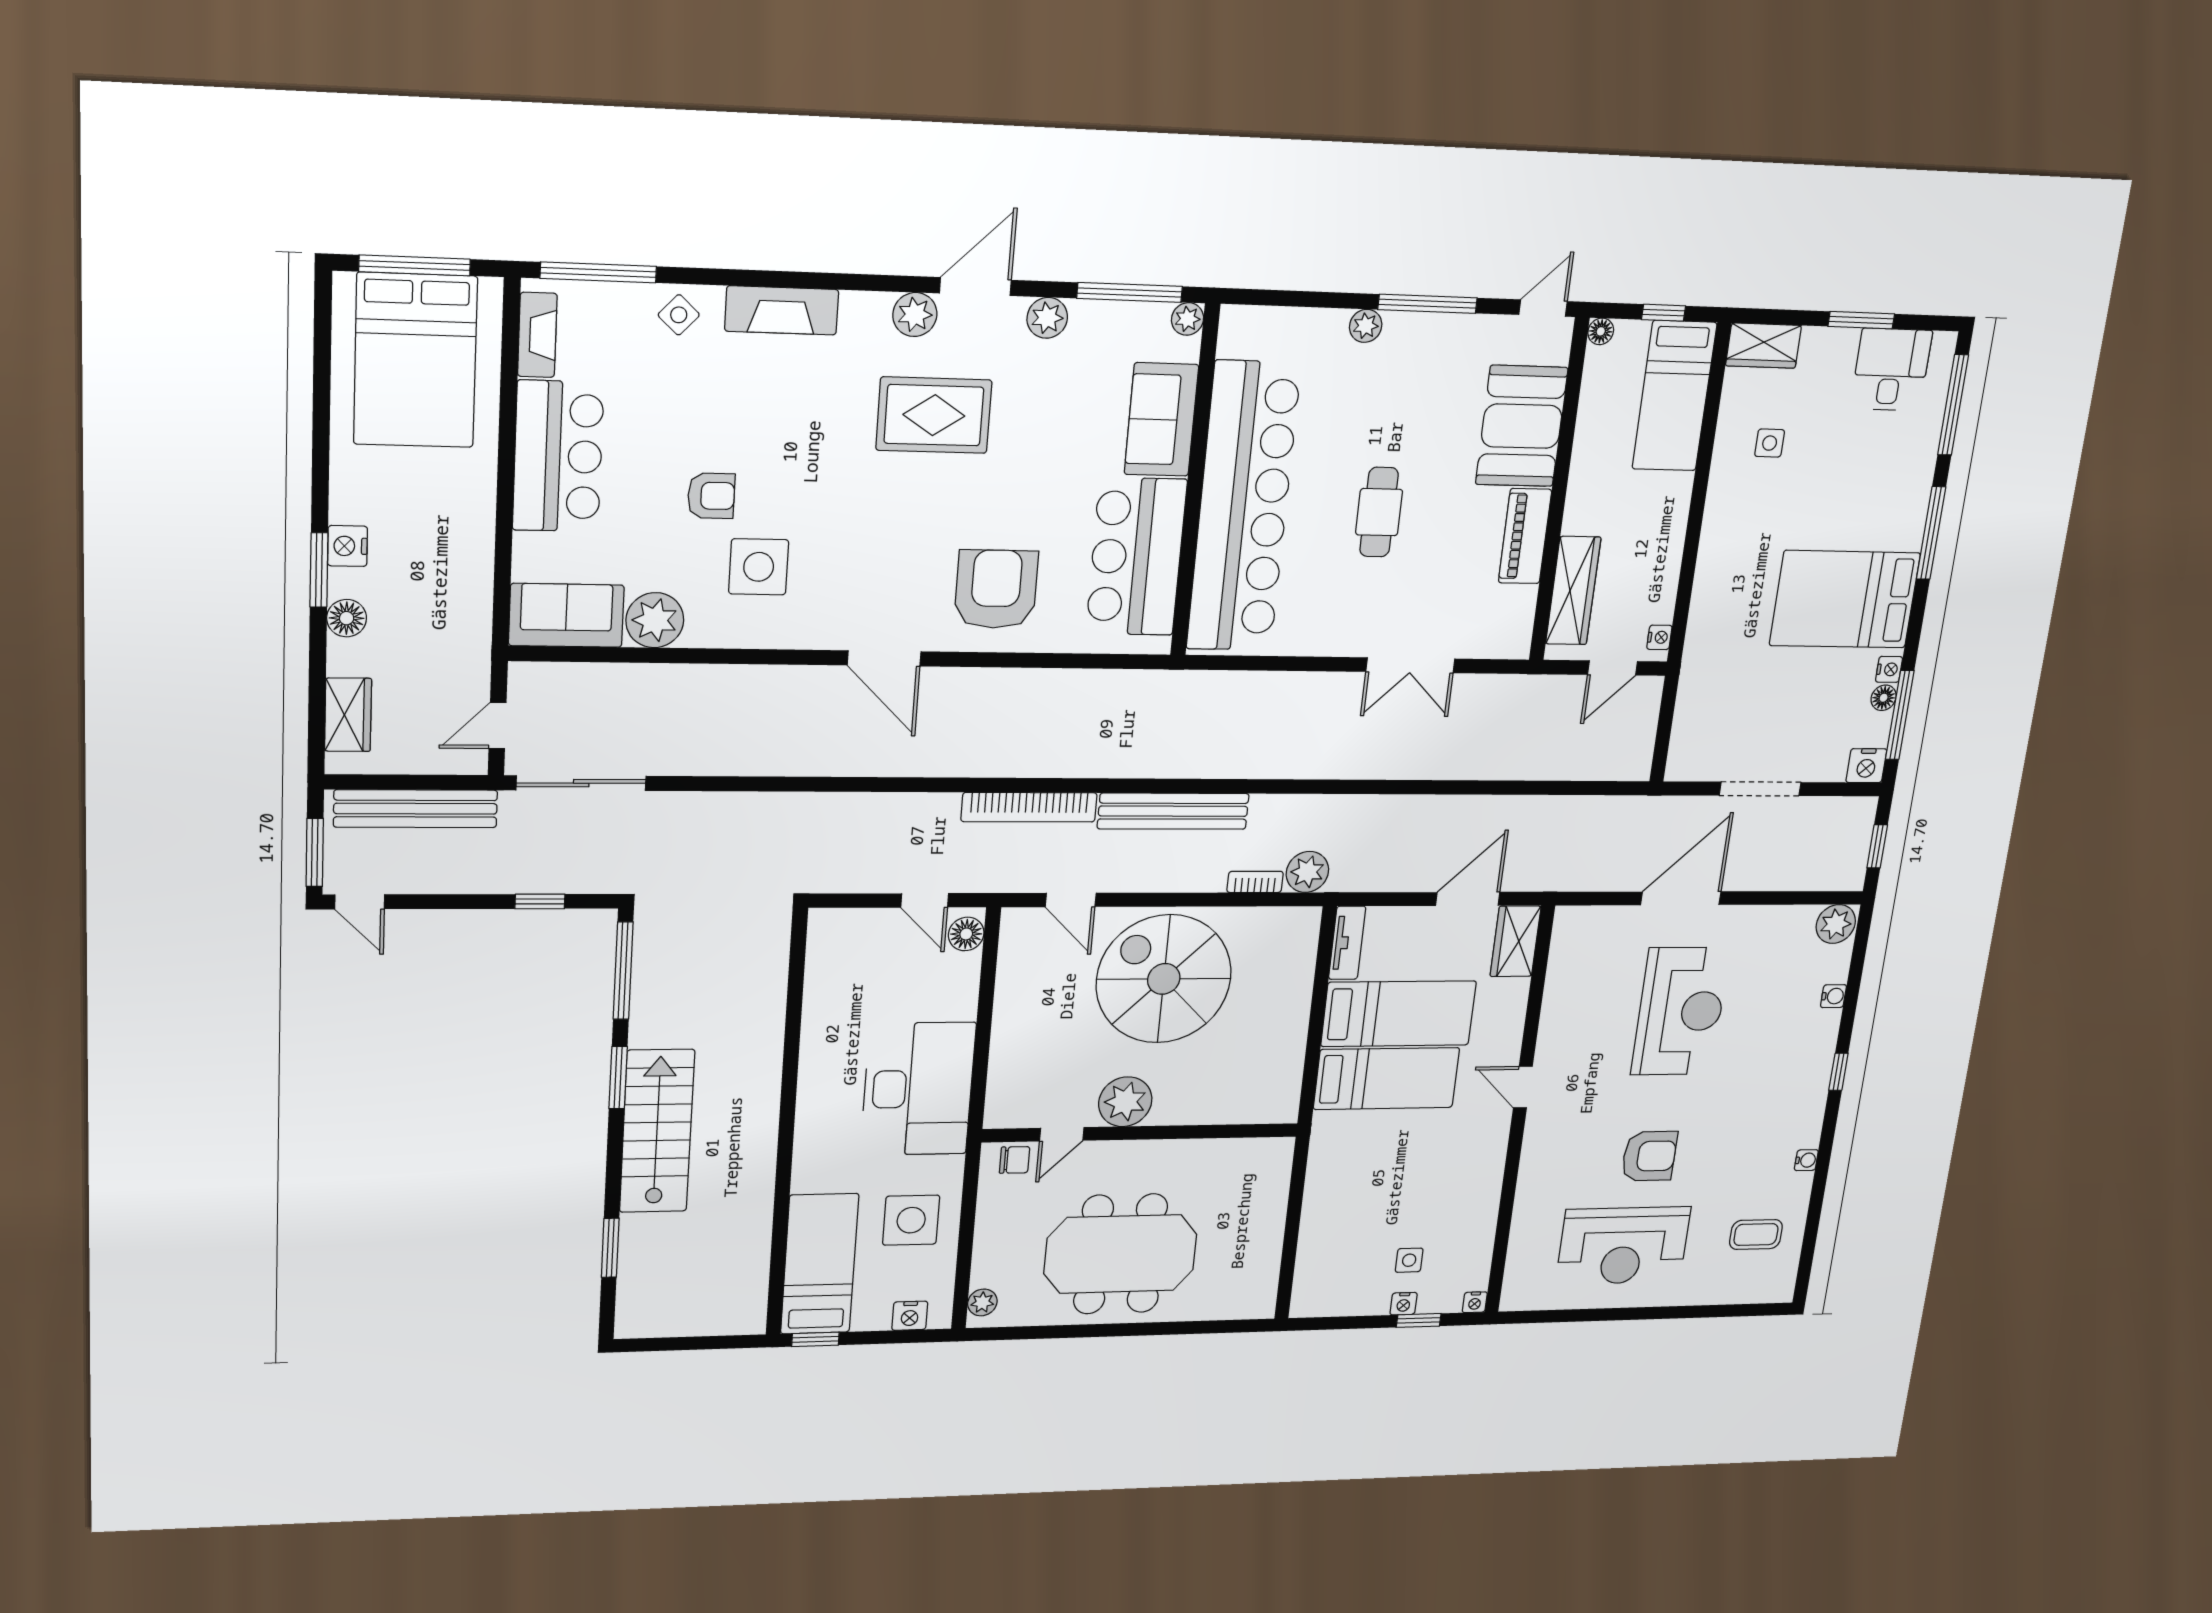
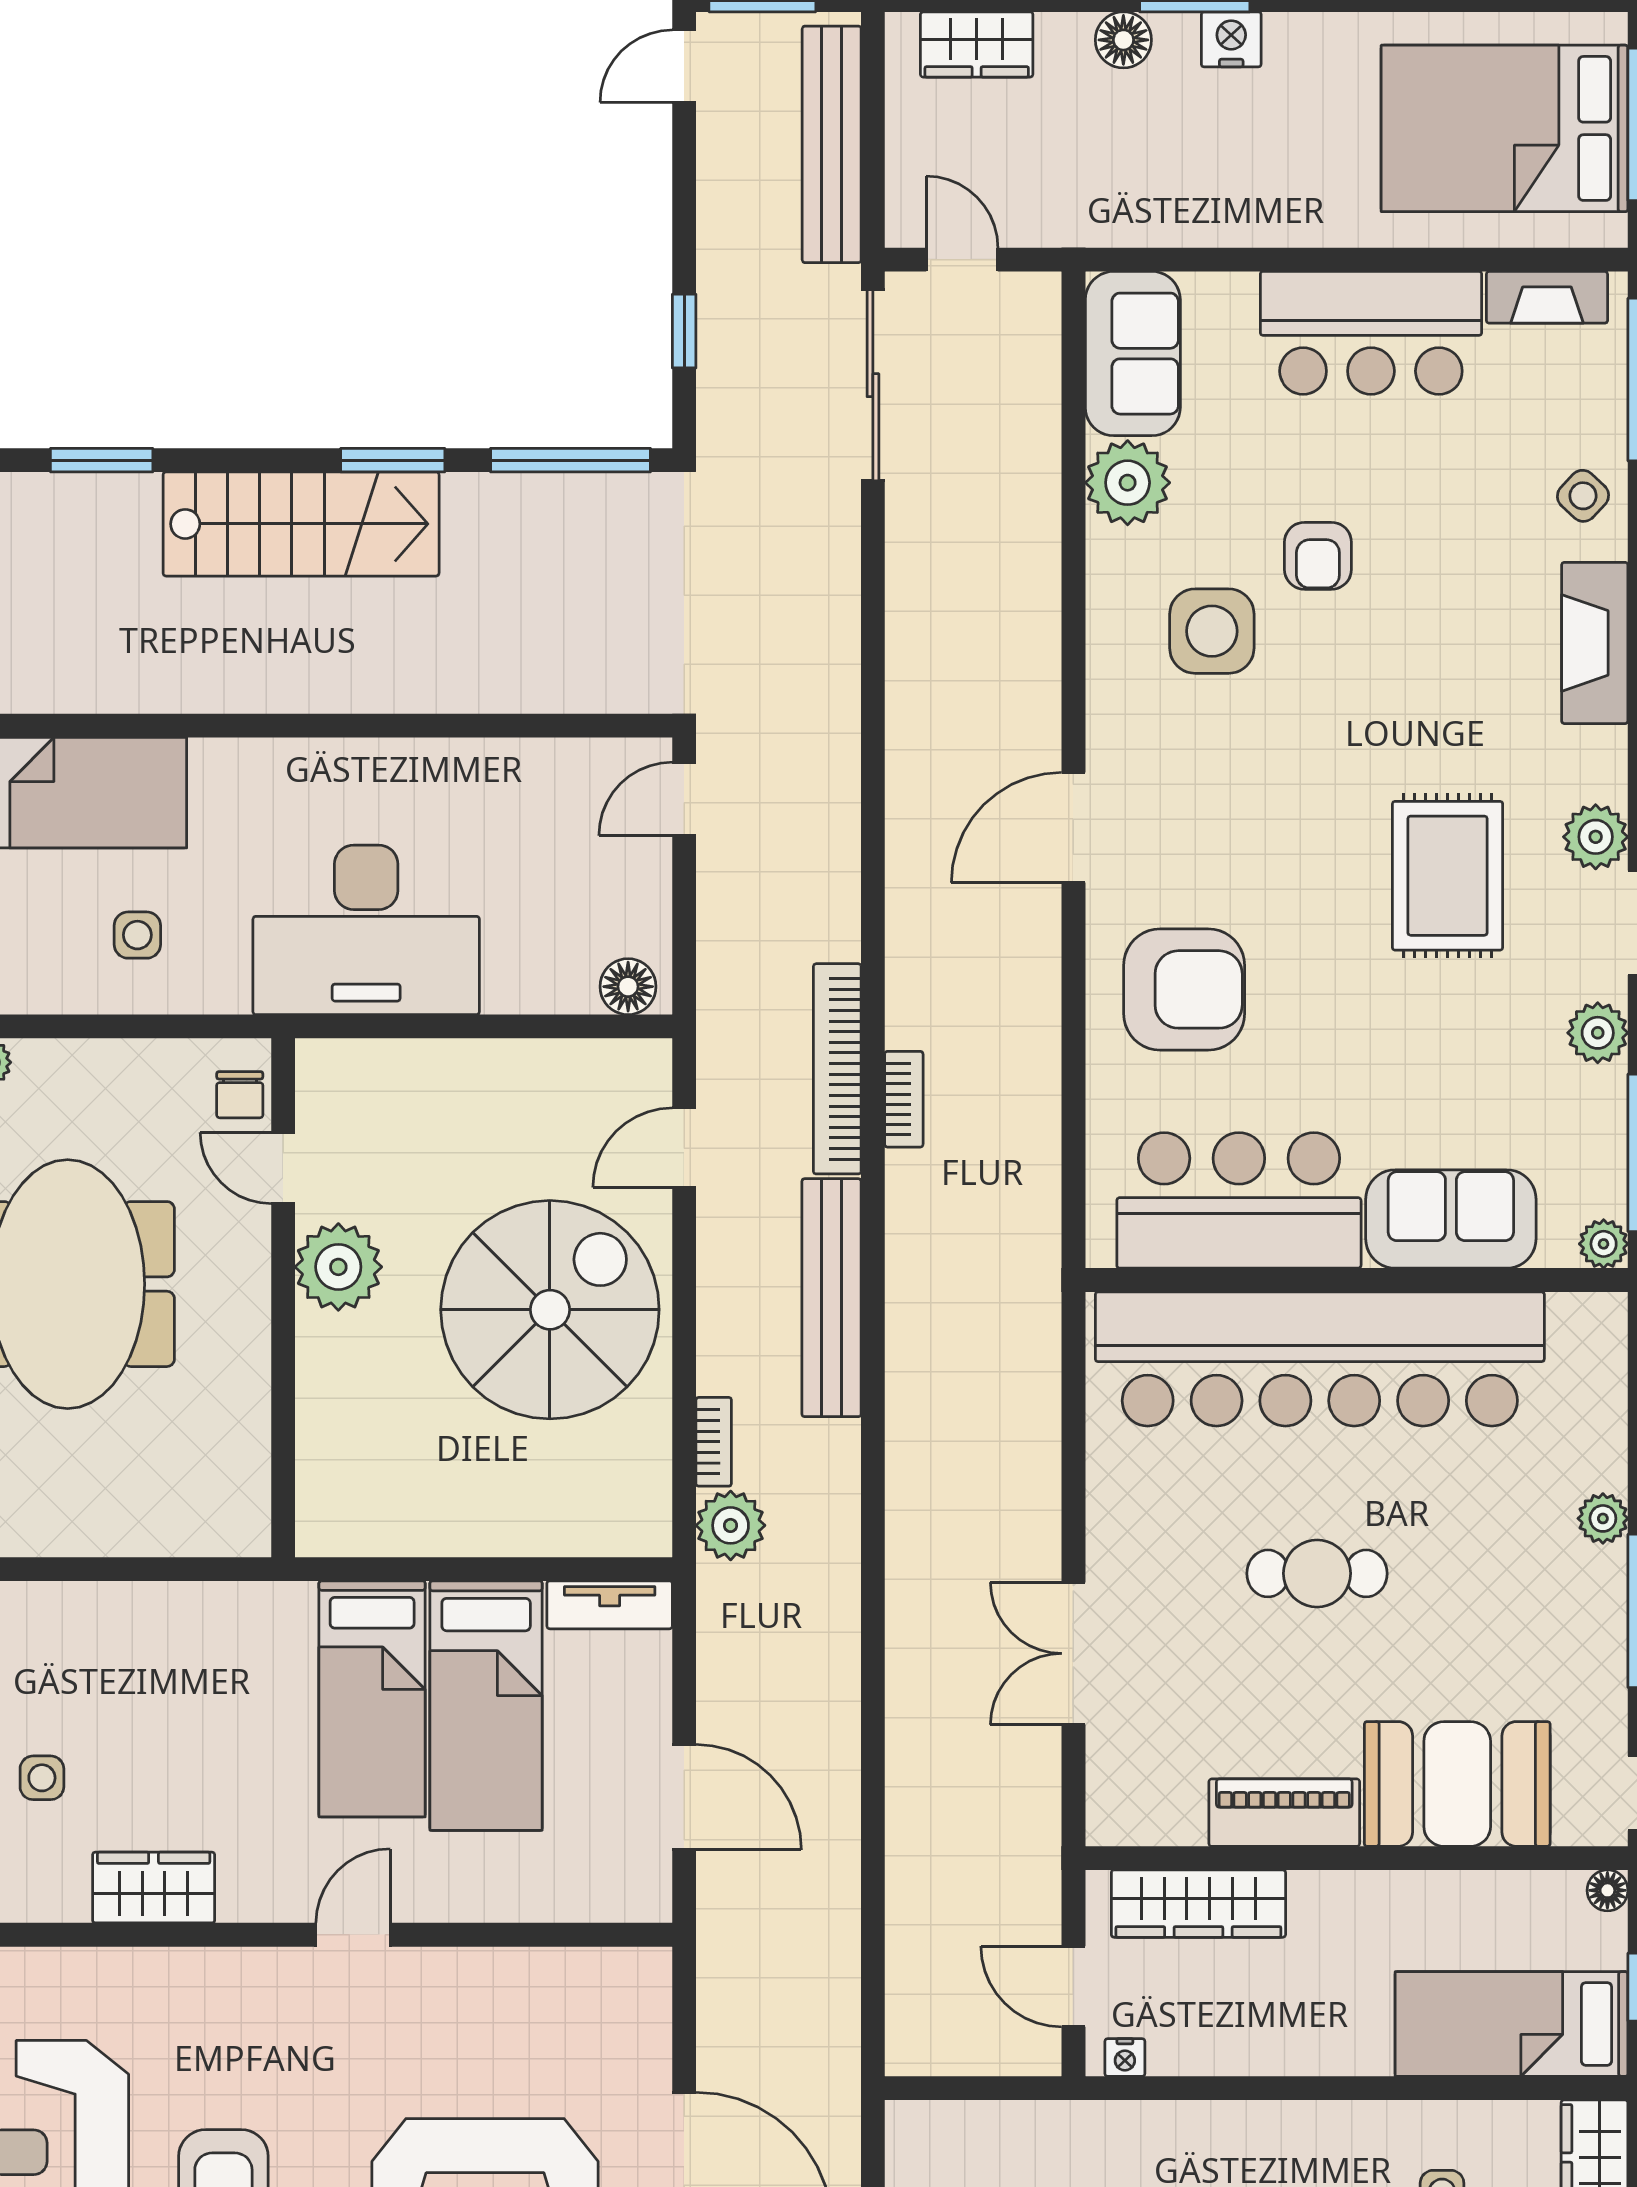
bookcase: (1052, 766) -> (904, 1099), added
door: (925, 900) -> (684, 799), moved
wardrobe: (1516, 941) -> (154, 1888), moved
side table: (911, 1220) -> (137, 935), width x0.54, depth x0.54

